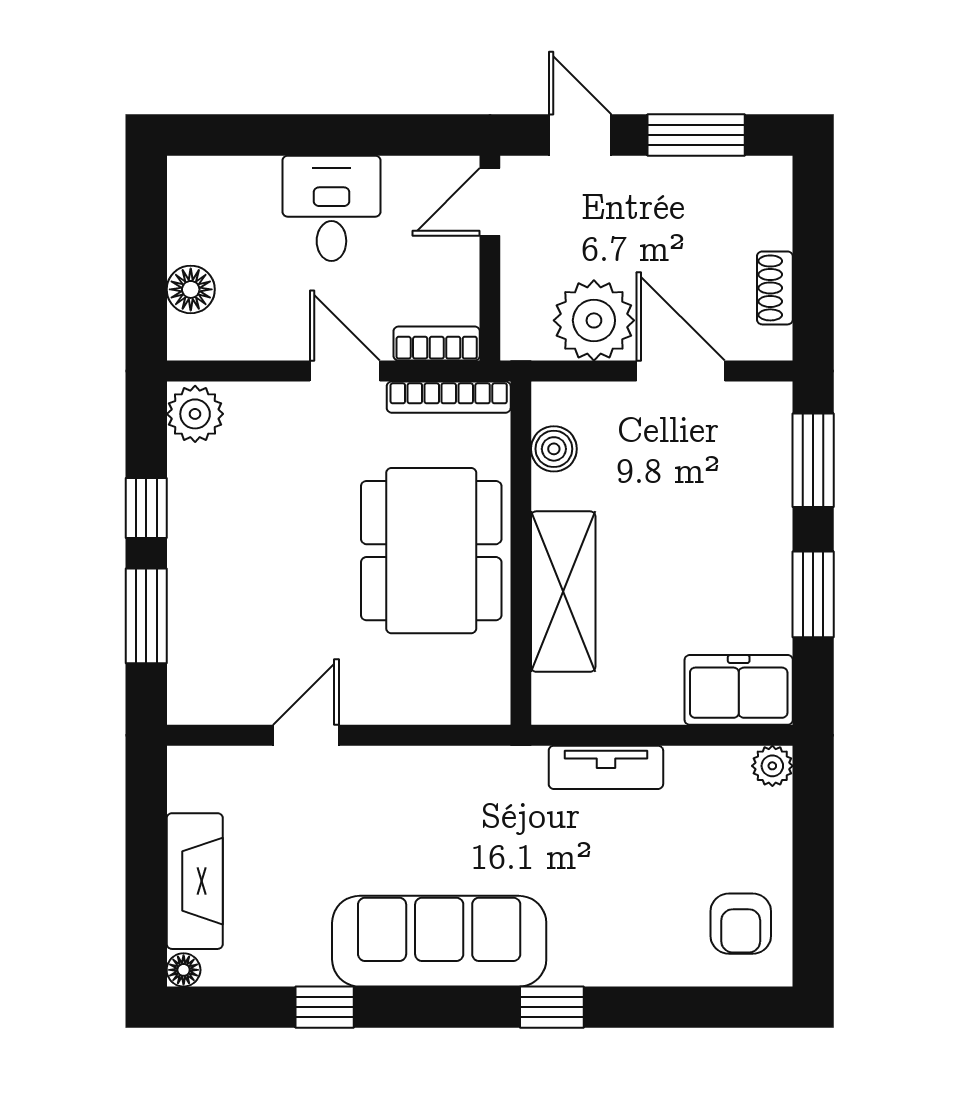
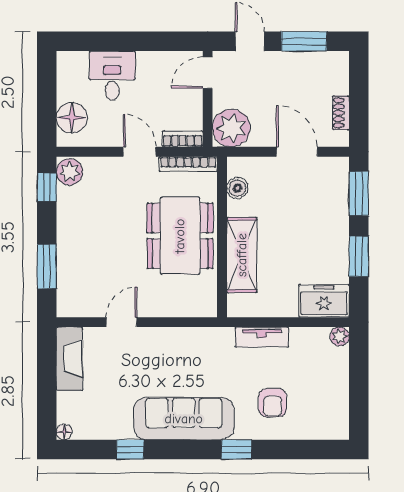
desk: (331, 208) -> (112, 76), moved
floor lamp: (191, 289) -> (72, 118), width x1.38, depth x1.38
plant: (594, 320) -> (231, 128), moved
window: (146, 508) -> (47, 187), moved
fireplace: (195, 881) -> (69, 359), moved
armchair: (741, 924) -> (273, 403), moved

